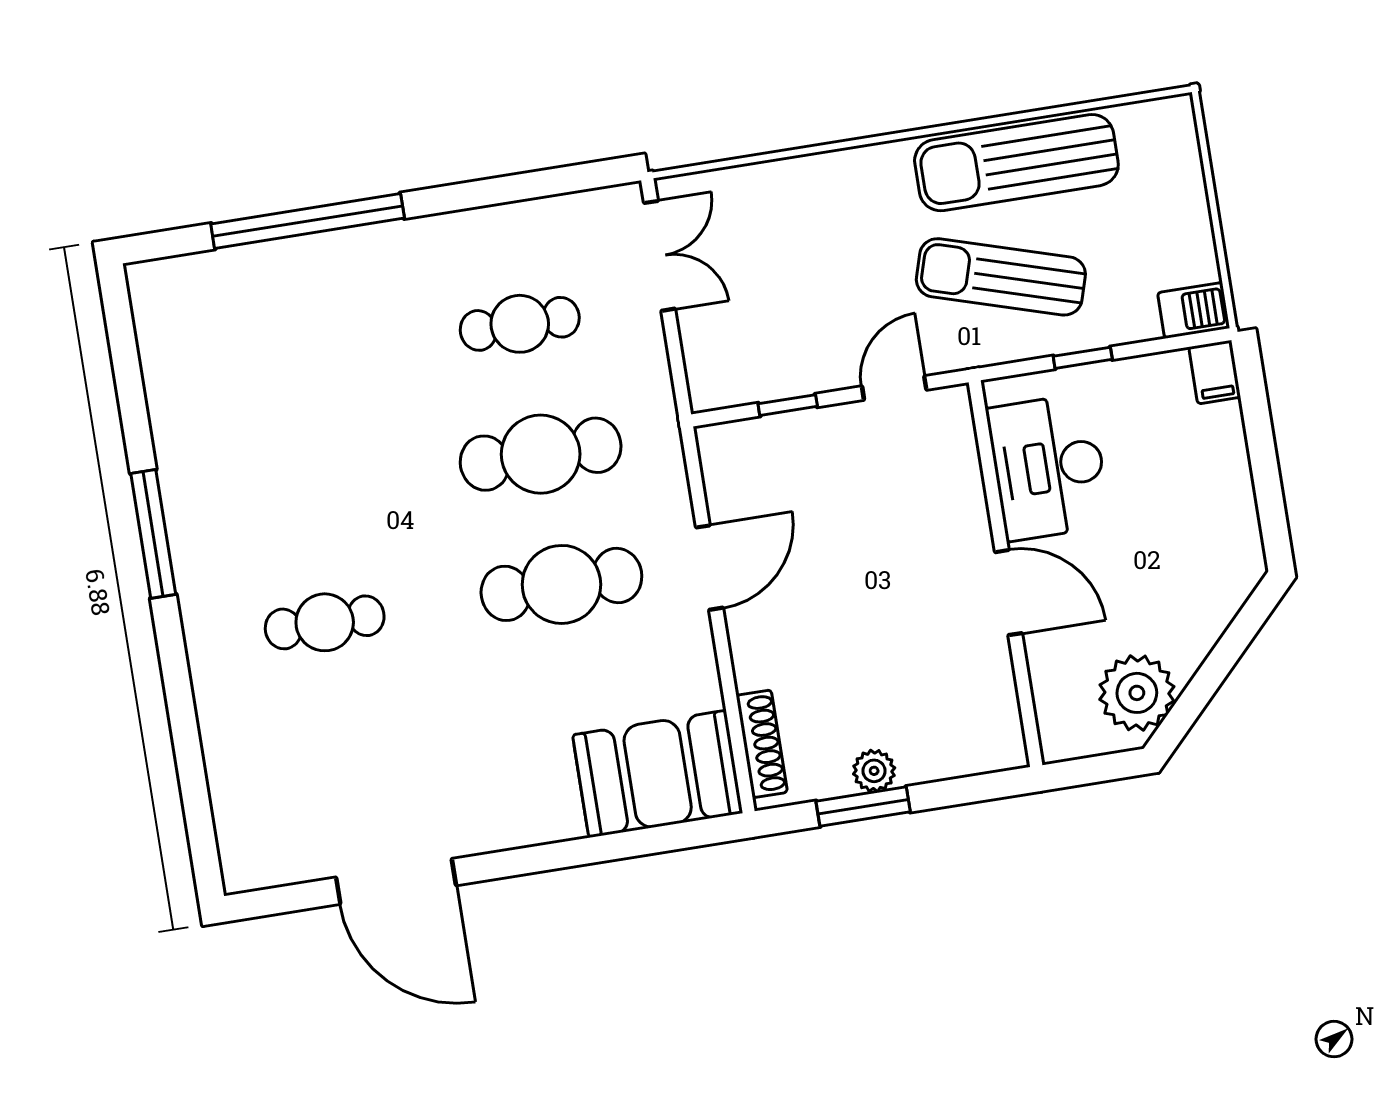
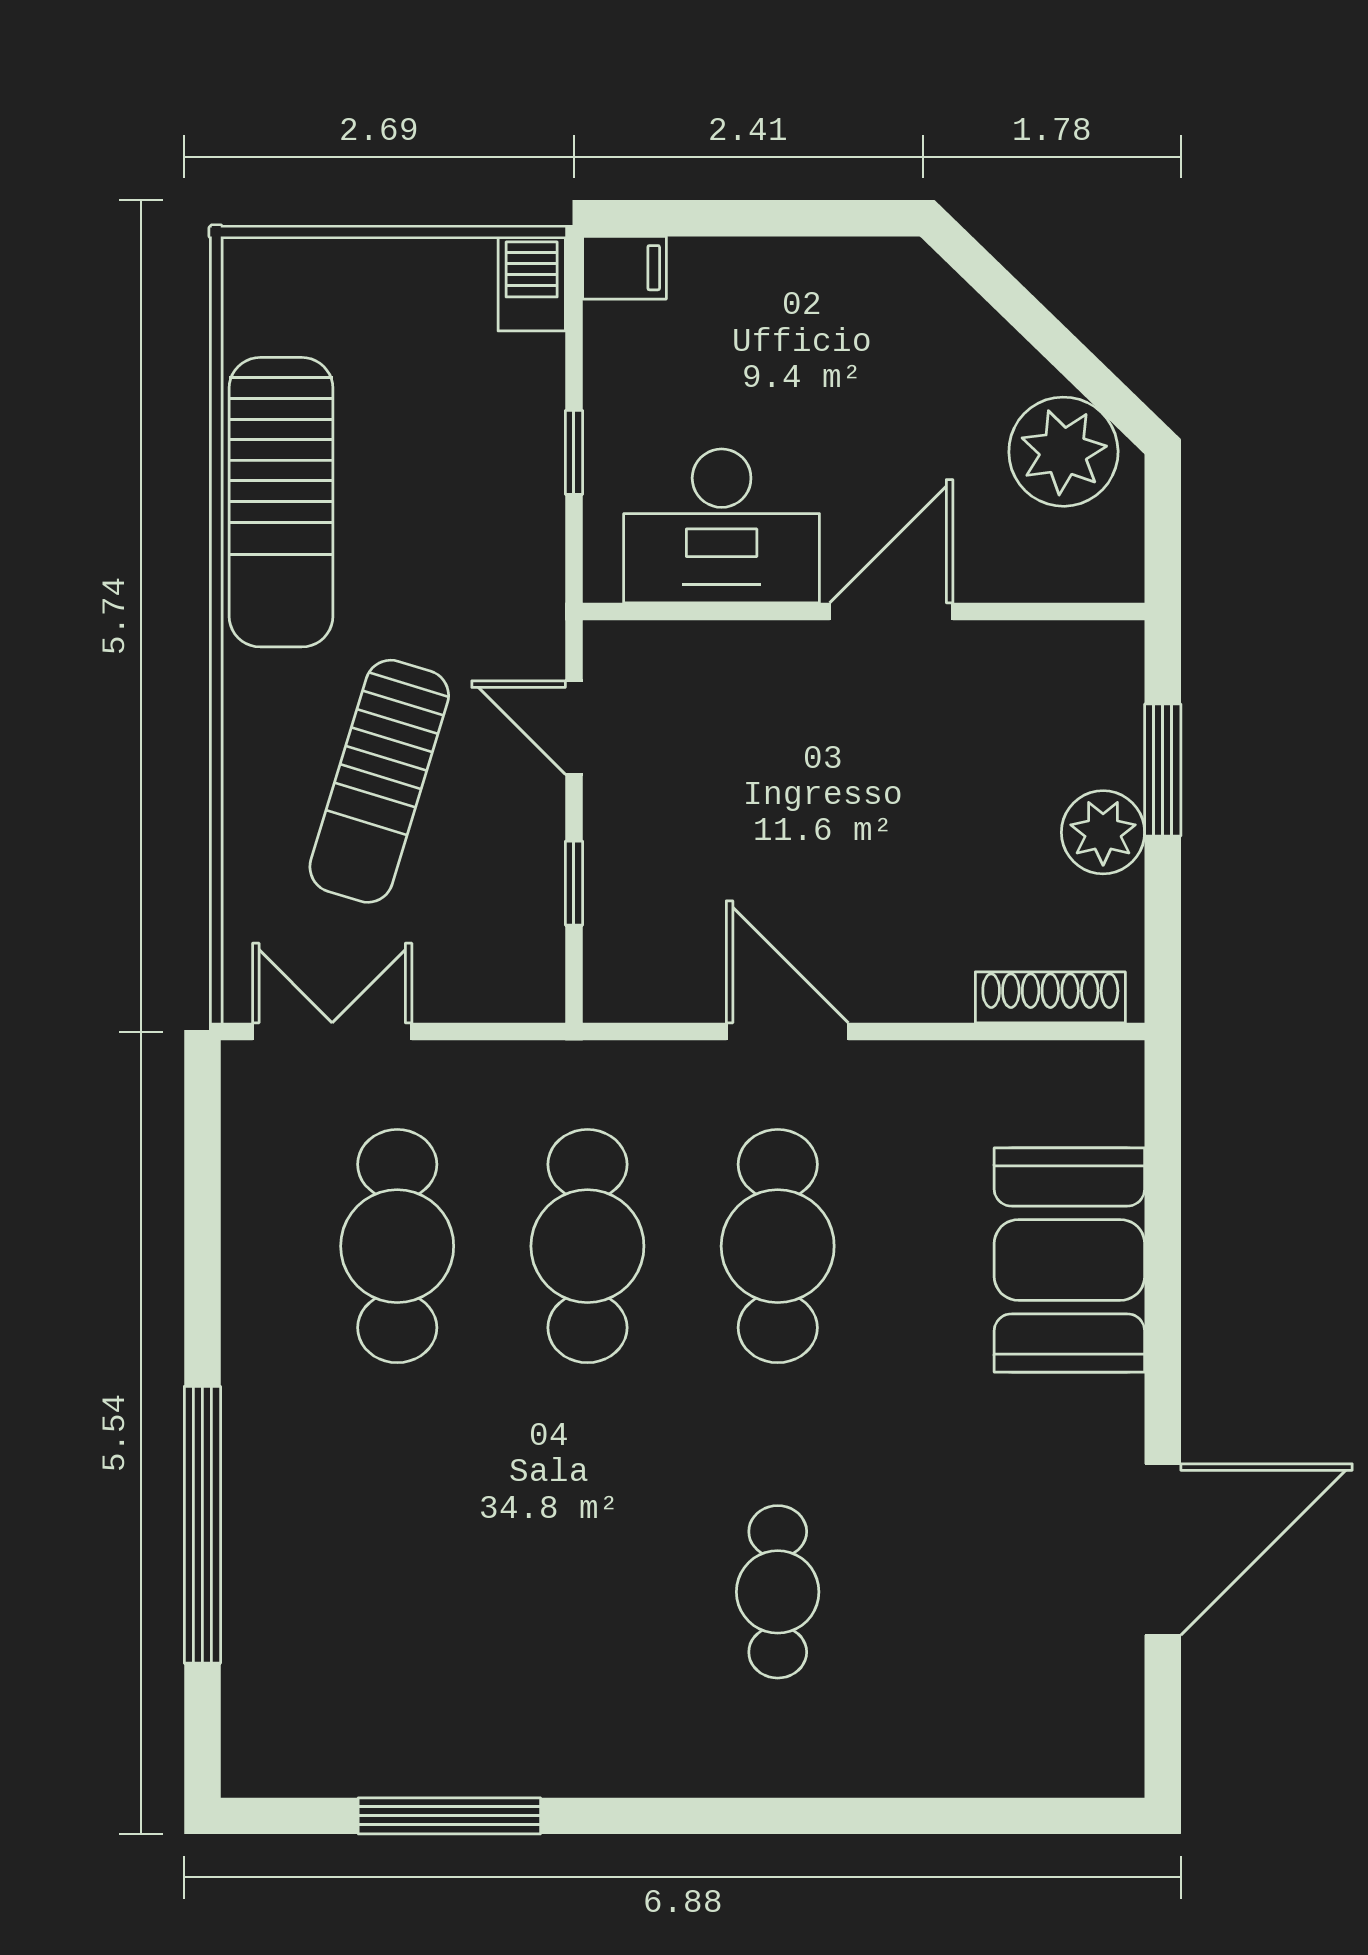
sun lounger: (1001, 277) -> (379, 781), moved
cafe table: (520, 324) -> (397, 1246), width x1.37, depth x1.35
window: (153, 534) -> (449, 1816), moved
plant: (874, 771) -> (1103, 832), width x1.38, depth x1.38
booth: (658, 774) -> (1069, 1260), moved
window: (863, 807) -> (1163, 770), moved

